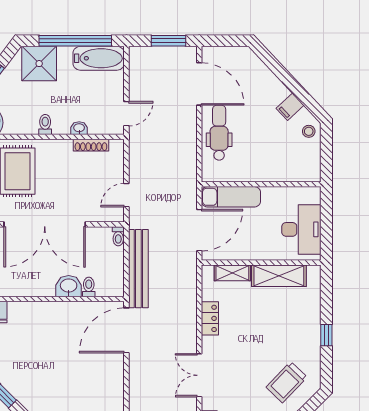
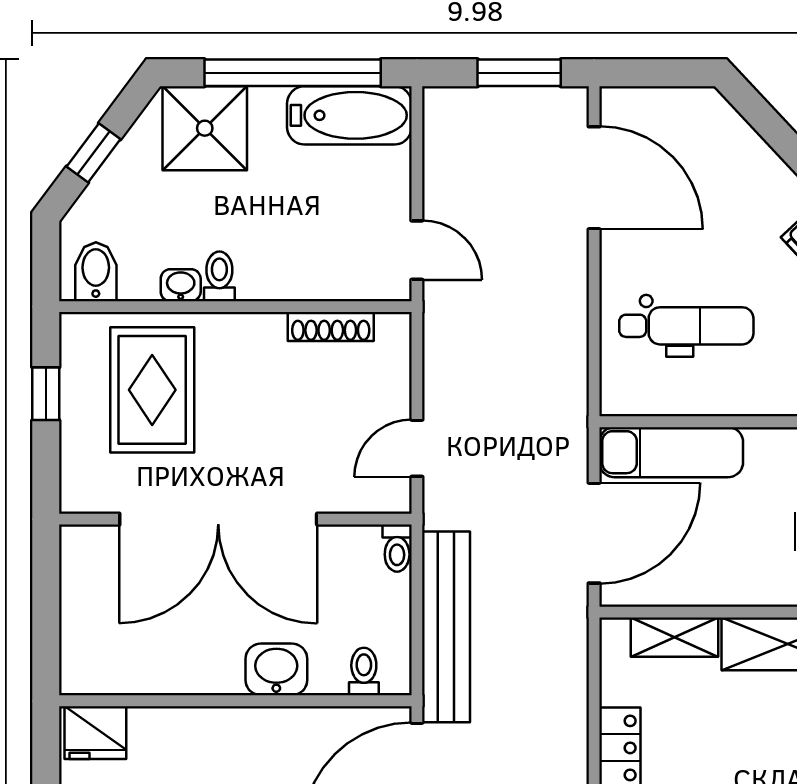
door: (126, 114) -> (417, 250), hinge flipped
washbasin: (79, 128) -> (181, 285), moved
dental chair: (219, 133) -> (686, 326), moved, turned 90
toilet: (89, 287) -> (364, 672), moved

